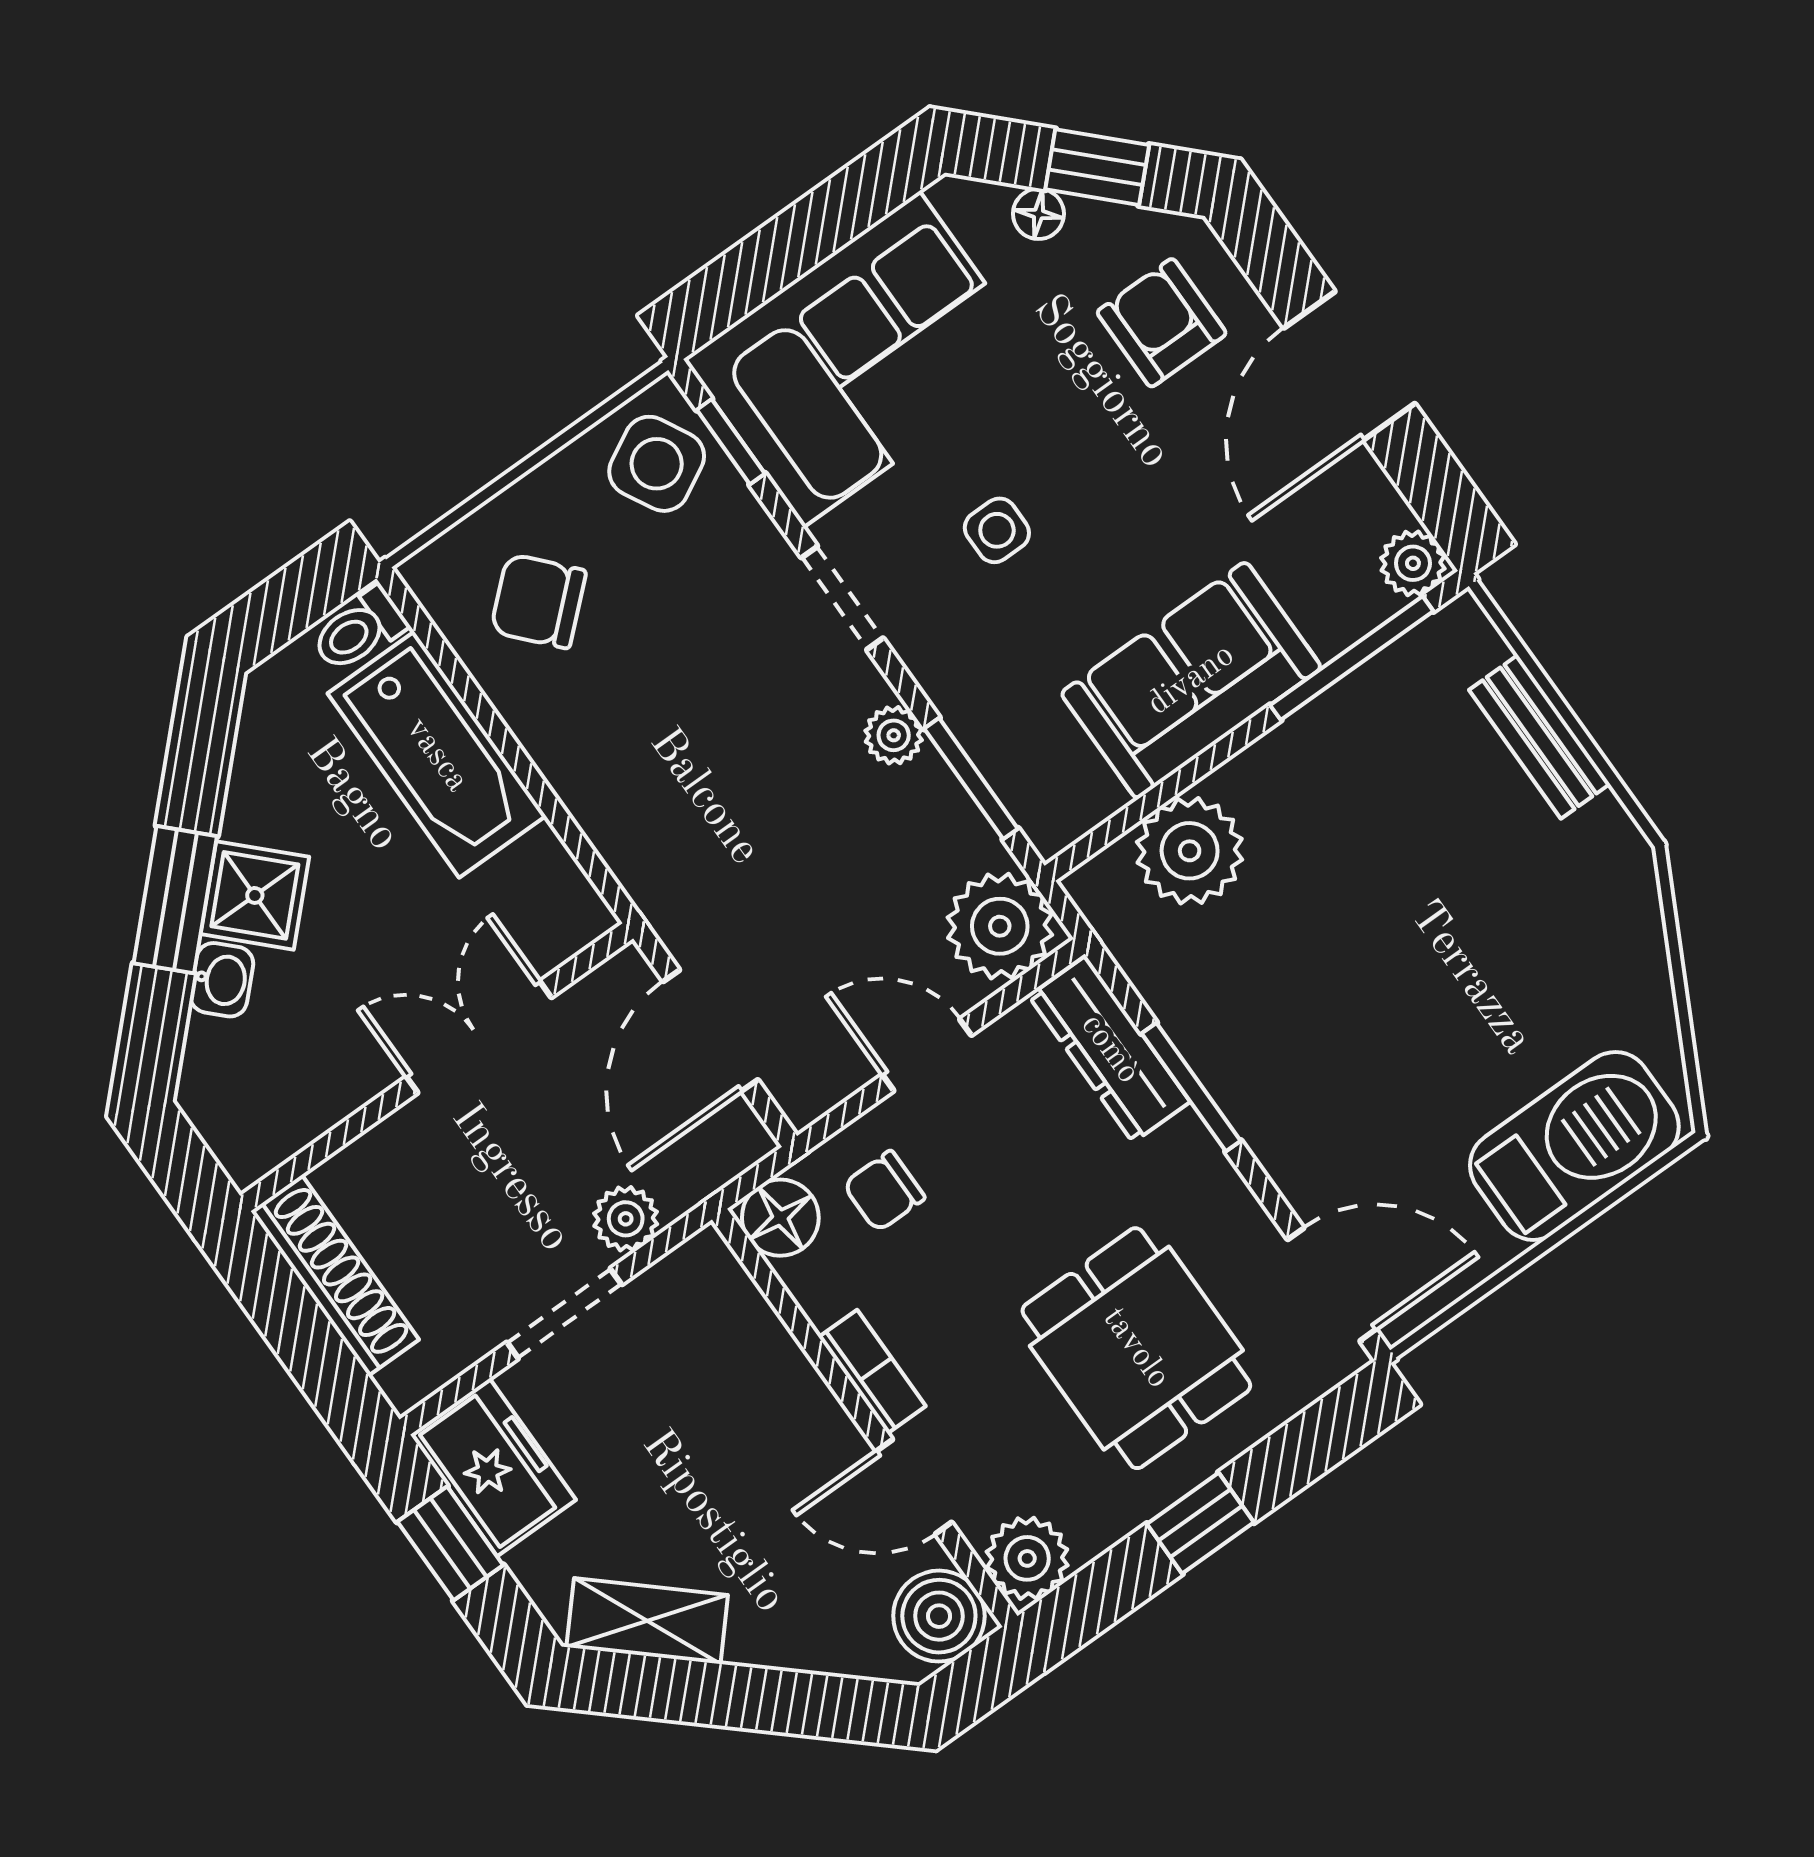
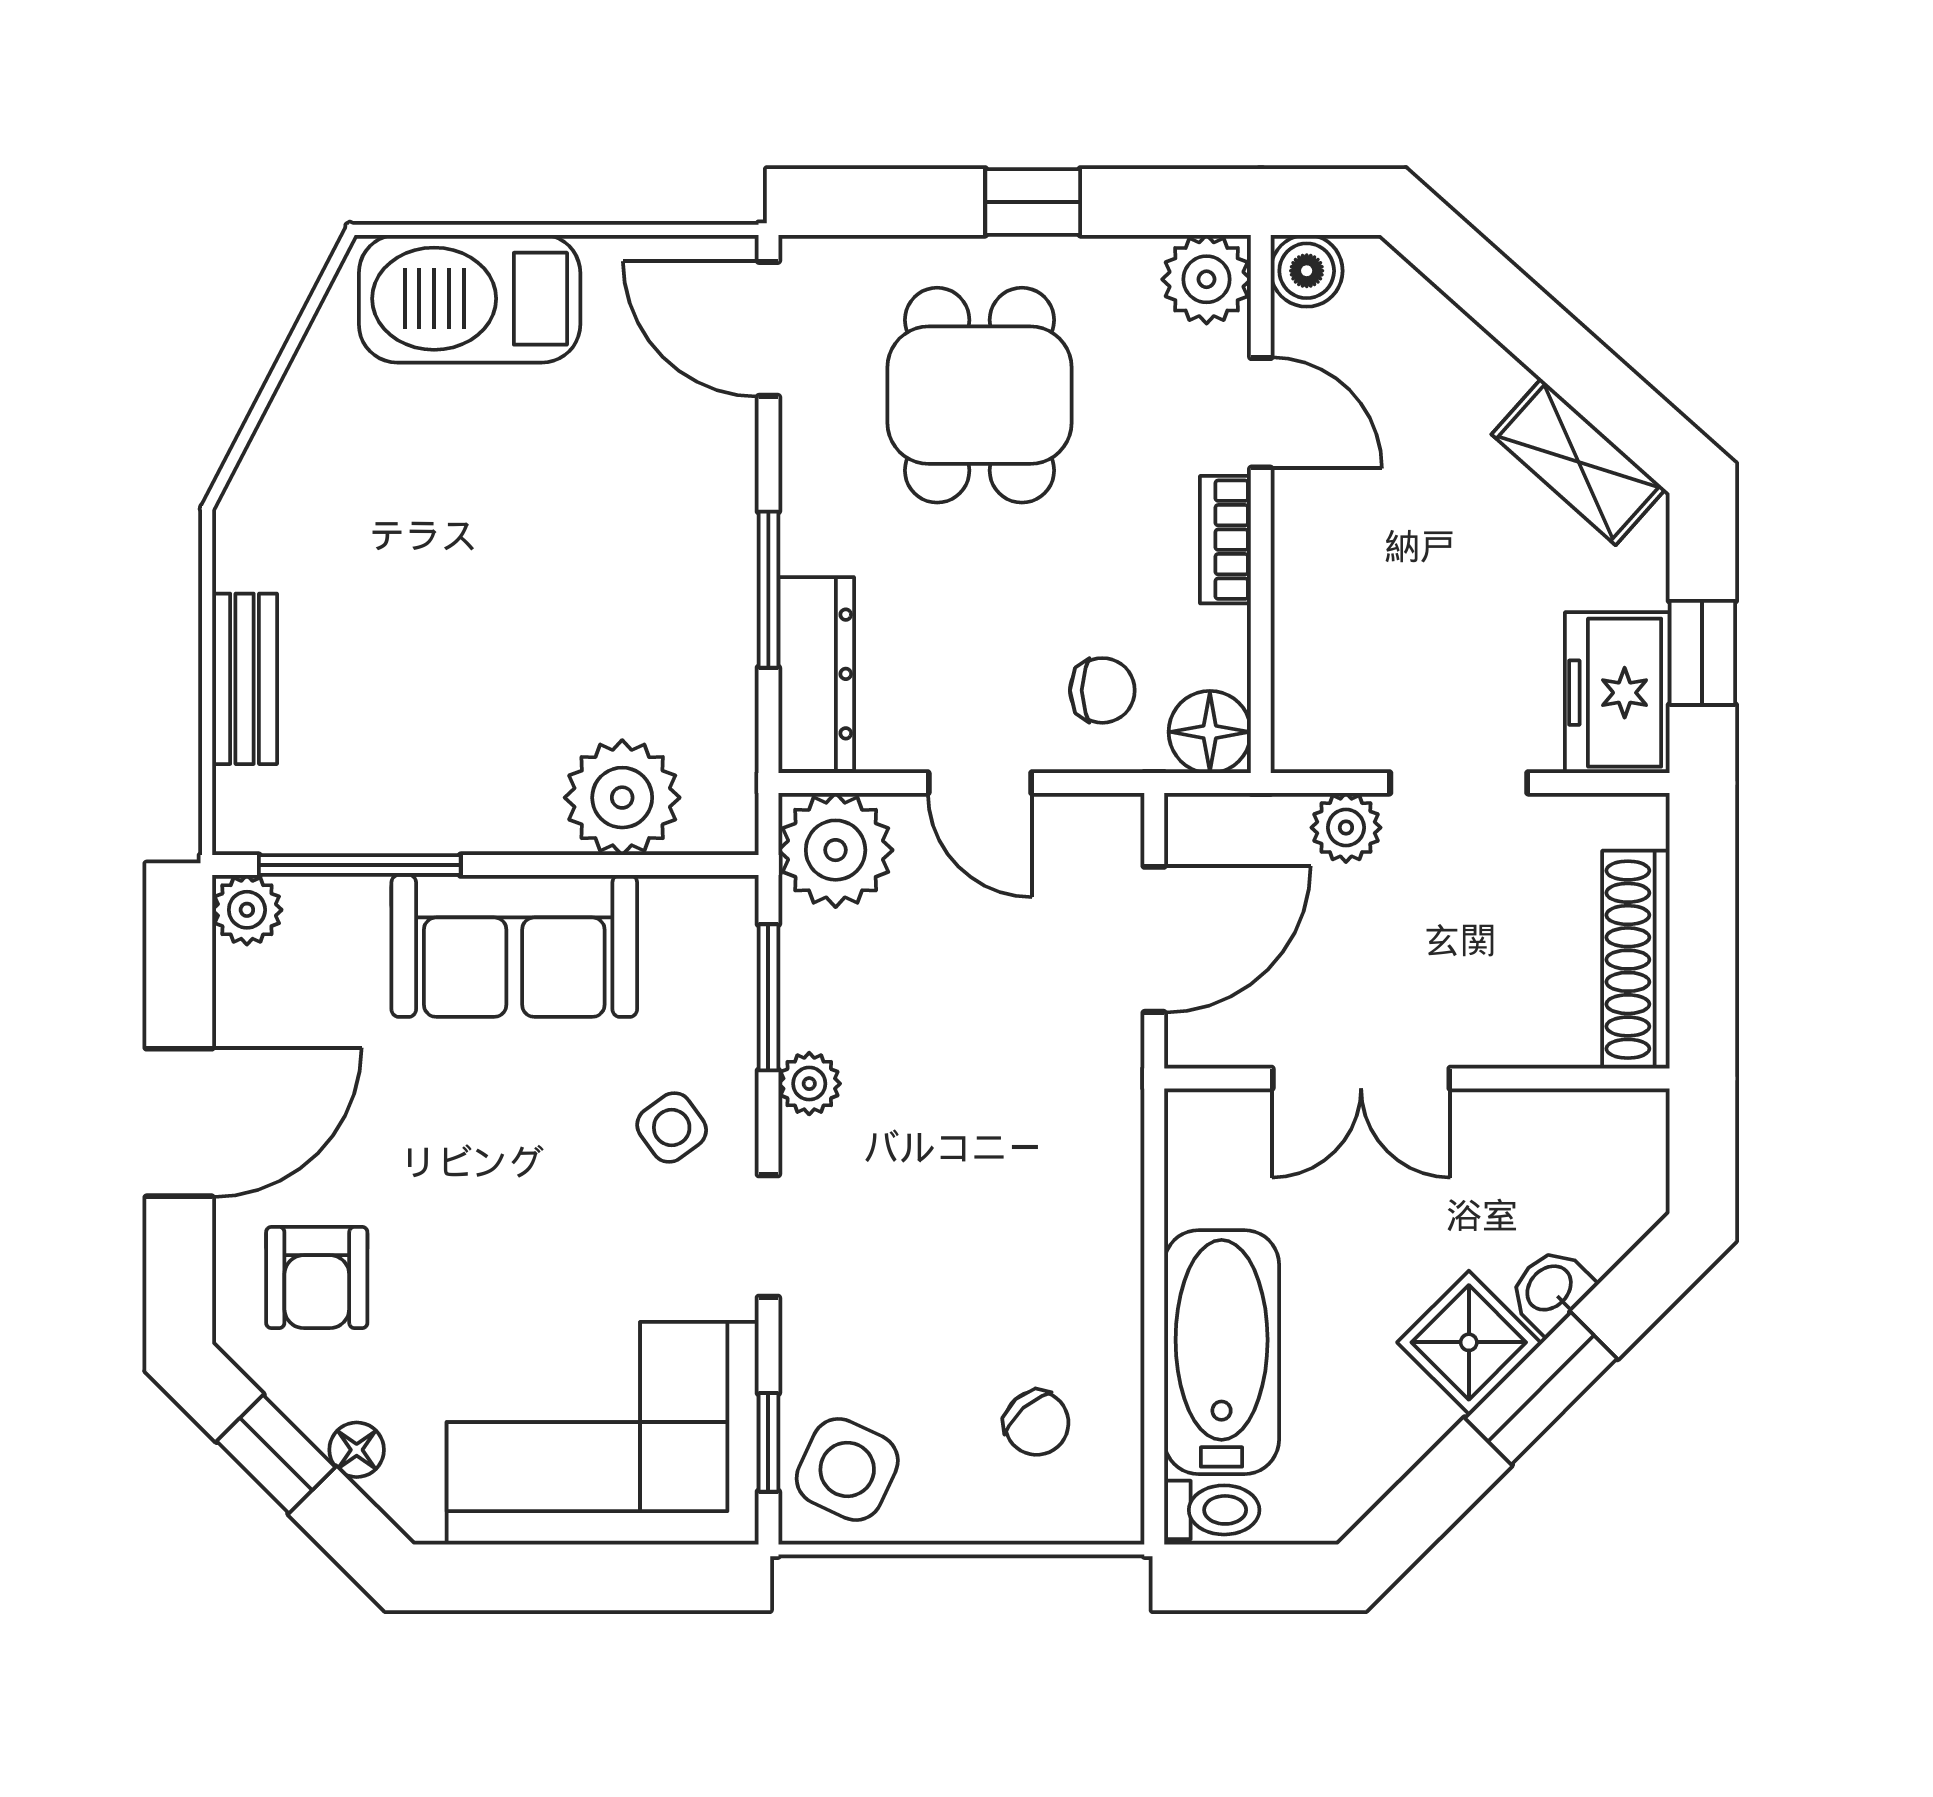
side table: (657, 464) -> (847, 1469), turned -37
side table: (997, 530) -> (672, 1127), moved, turned -36
chair: (538, 601) -> (1037, 1423), width x0.73, depth x0.73
boiler: (939, 1616) -> (1307, 271), width x0.73, depth x0.73

